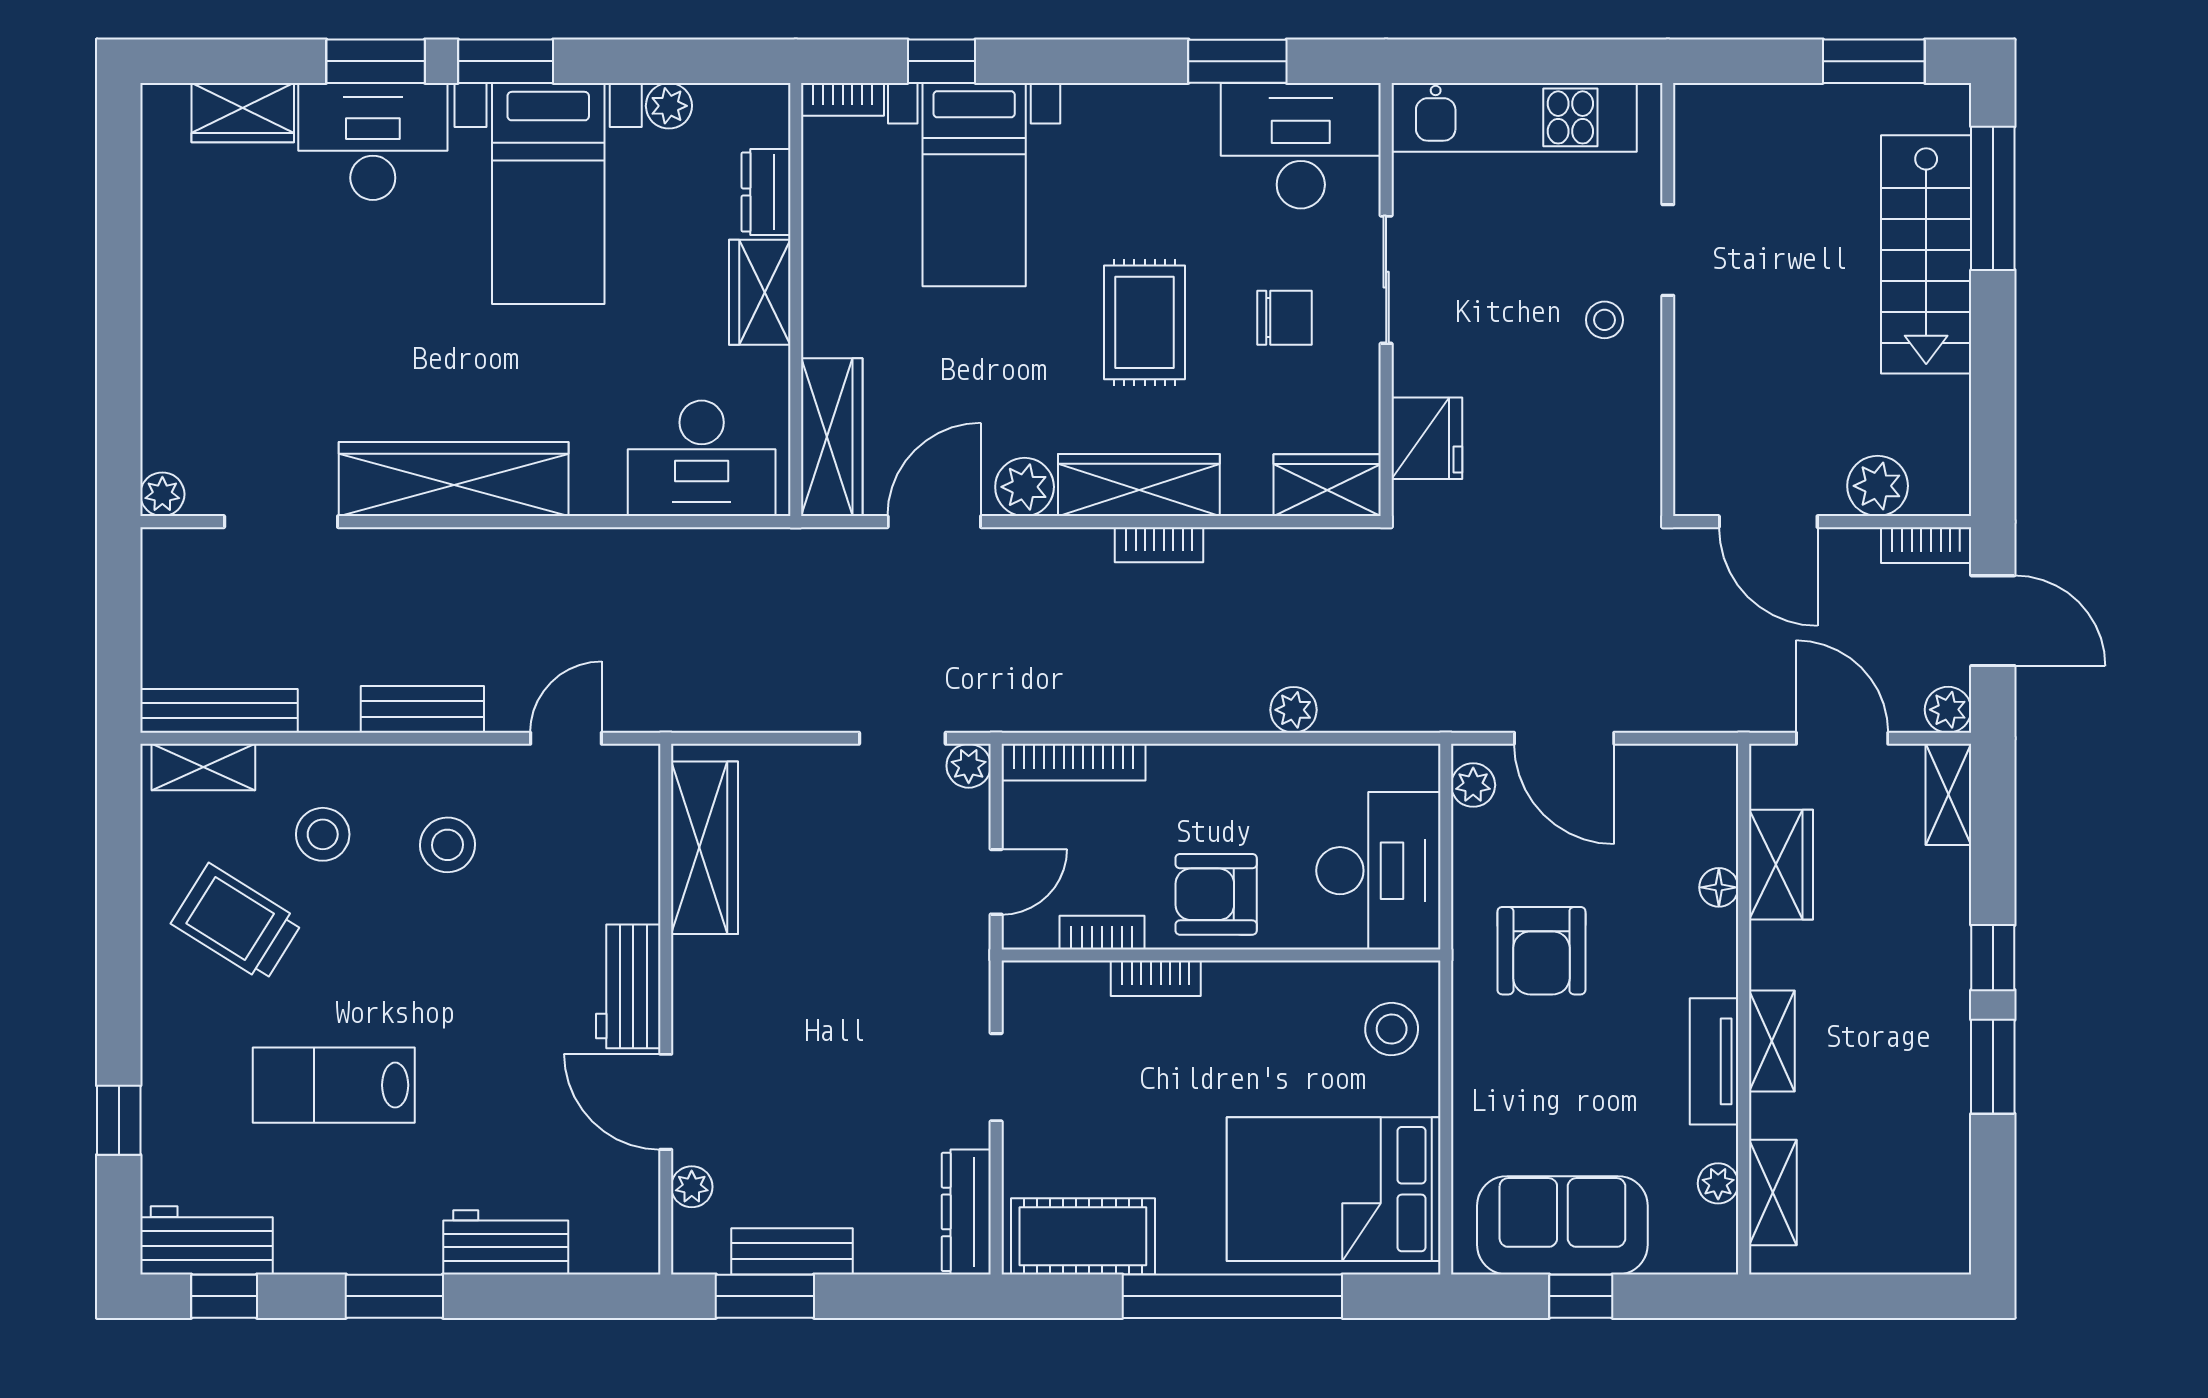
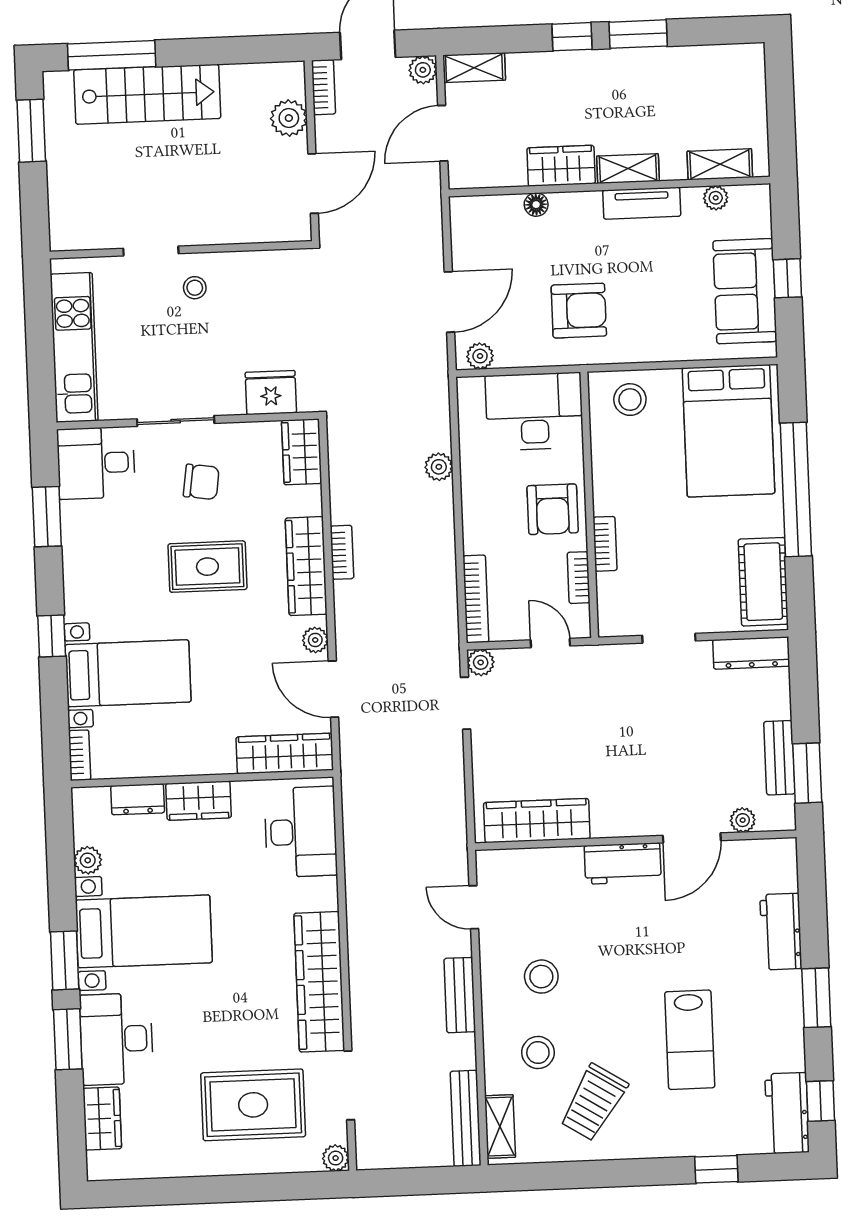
window: (941, 61) -> (52, 636), moved
desk: (1301, 146) -> (96, 463), width x0.73
chair: (1284, 318) -> (201, 482), turned 98
rug: (255, 362) -> (253, 1105), added
plant: (1025, 487) -> (315, 640), width x0.73, depth x0.73
wardrobe: (1781, 865) -> (561, 166), moved

